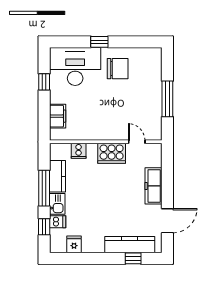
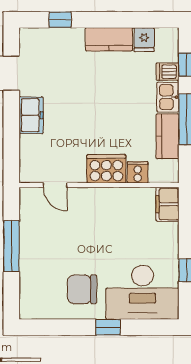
filing cabinet: (58, 116) -> (167, 204), moved
cooker: (112, 153) -> (106, 169), moved
freezer: (153, 186) -> (31, 115), width x0.71
kitchen counter: (130, 245) -> (109, 39), moved, width x0.67

